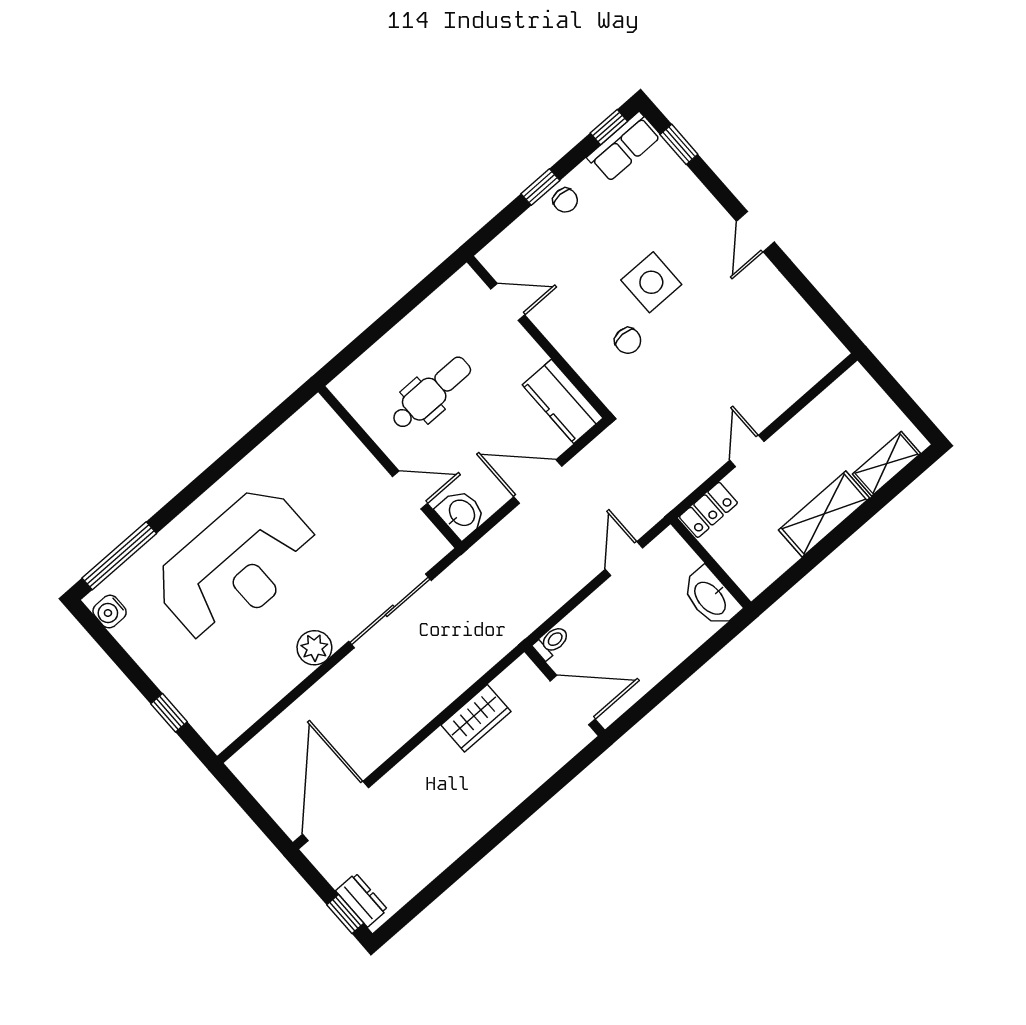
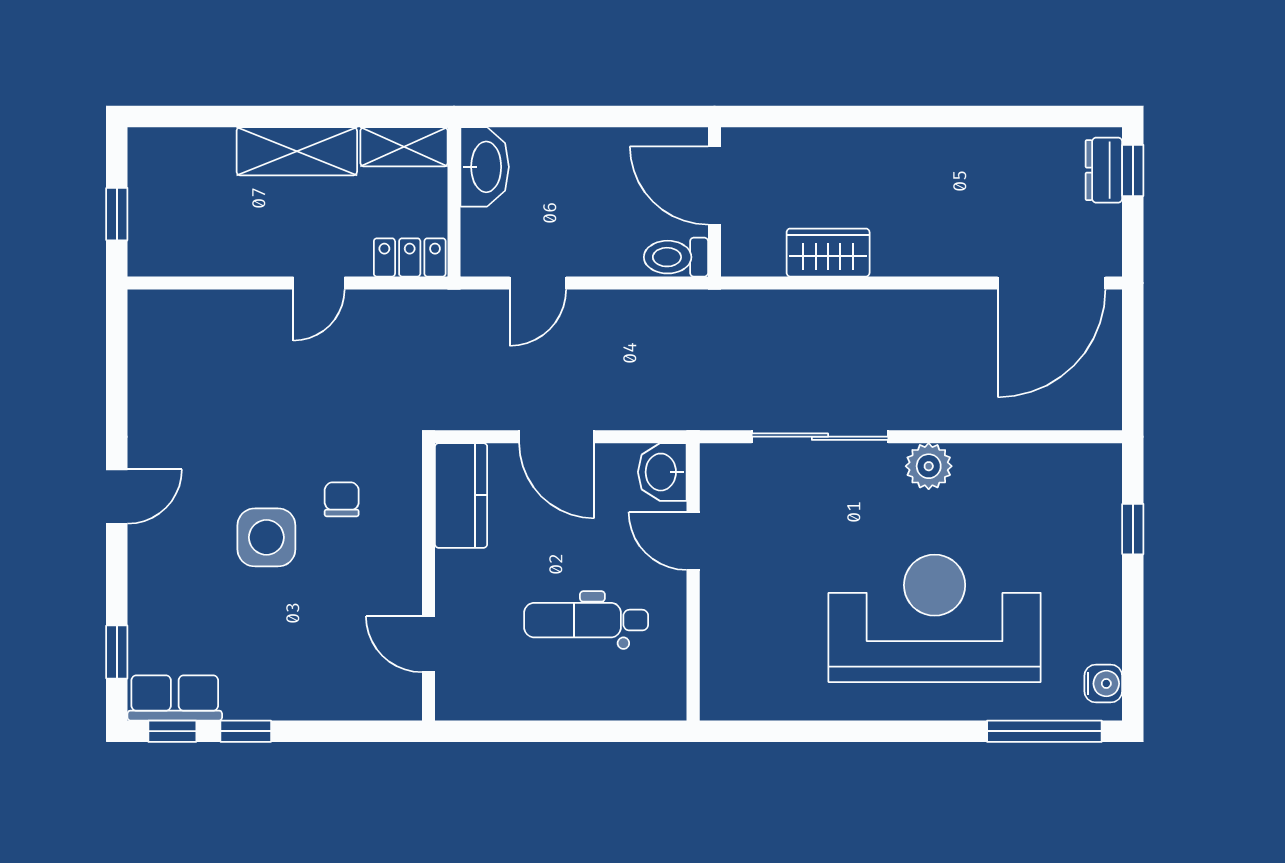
window: (540, 187) -> (246, 731), moved
chair: (565, 200) -> (281, 696), removed
window: (894, 390) -> (117, 214), added
shelving: (886, 464) -> (404, 147), moved
toilet: (552, 642) -> (676, 257), width x1.37, depth x1.39

